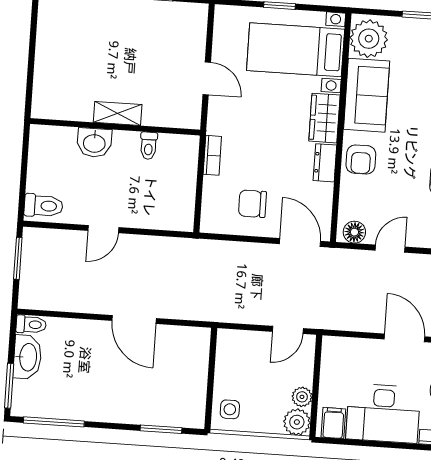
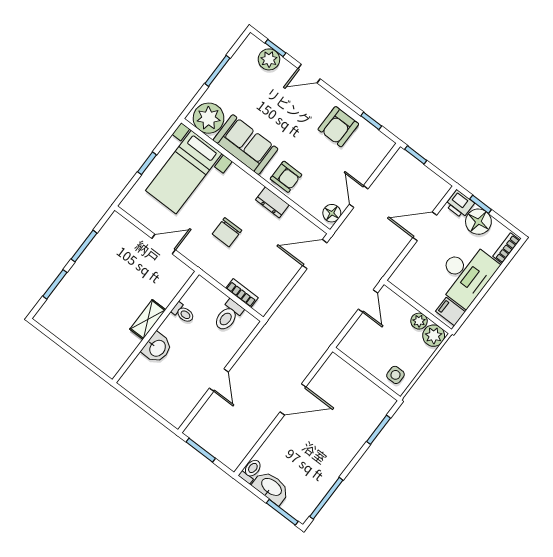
wardrobe: (324, 118) -> (242, 183), removed
bookcase: (212, 155) -> (242, 293), moved
chair: (252, 204) -> (227, 232), moved
toilet: (43, 206) -> (228, 316), moved, turned 180

